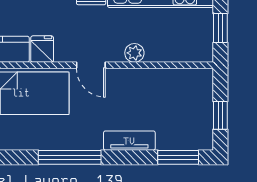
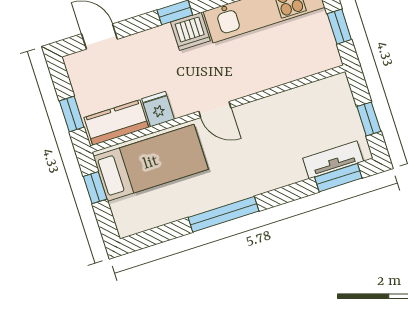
plant: (134, 53) -> (257, 82), removed
tv unit: (129, 141) -> (333, 160), moved

